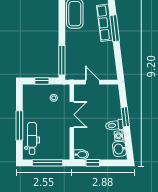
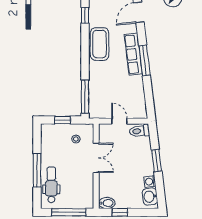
toilet: (114, 125) -> (139, 131), moved

